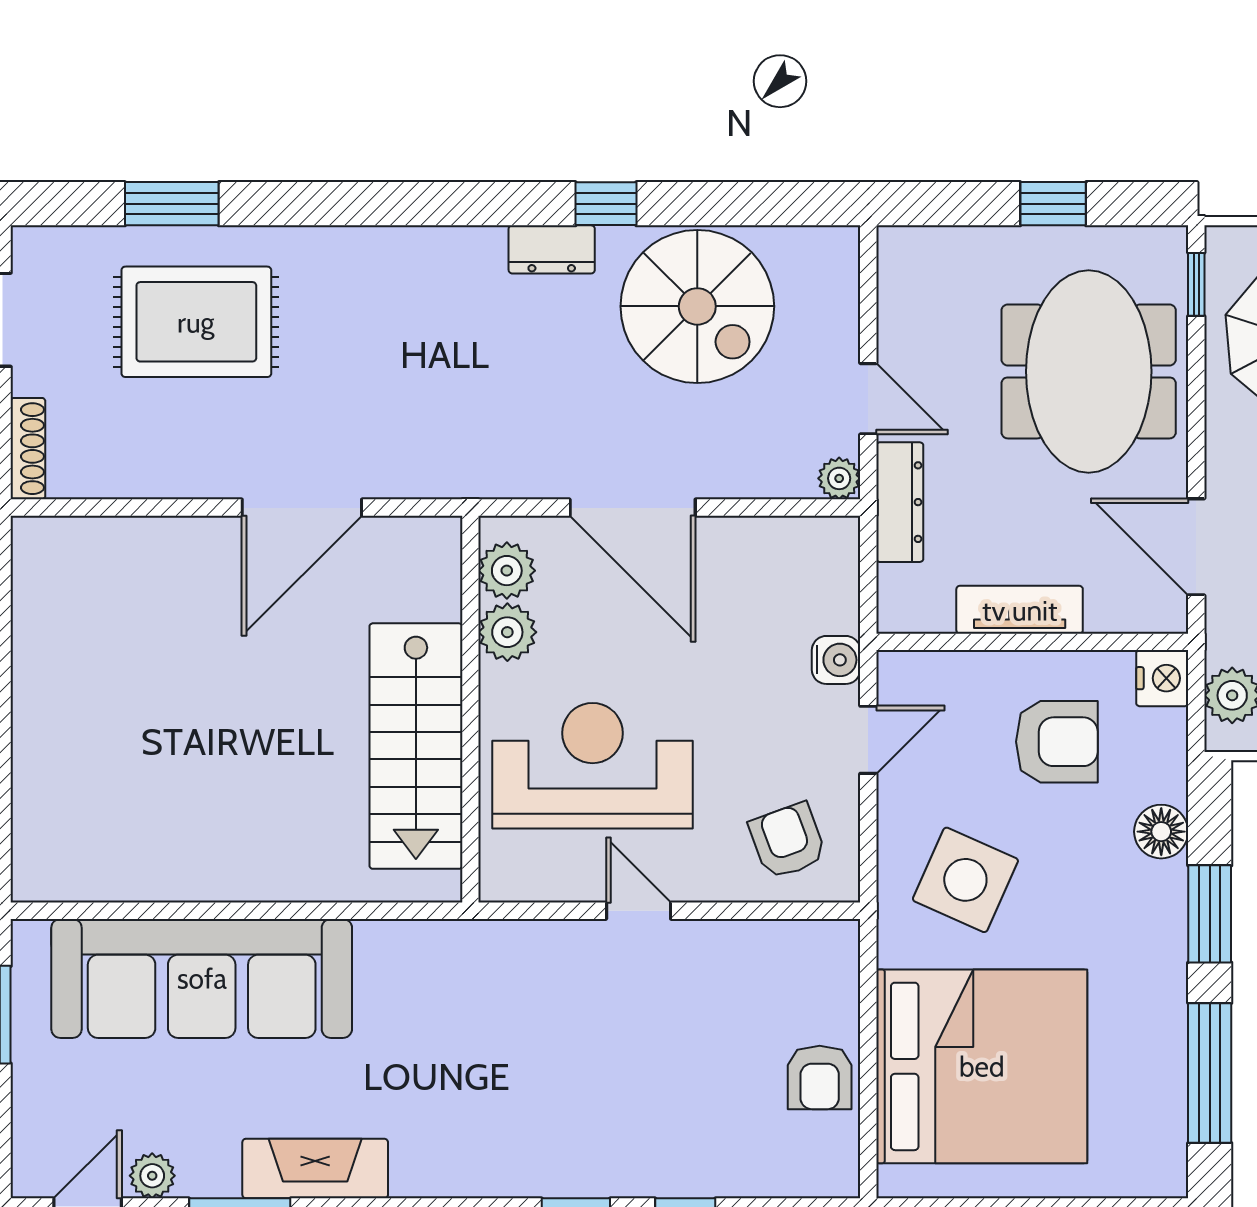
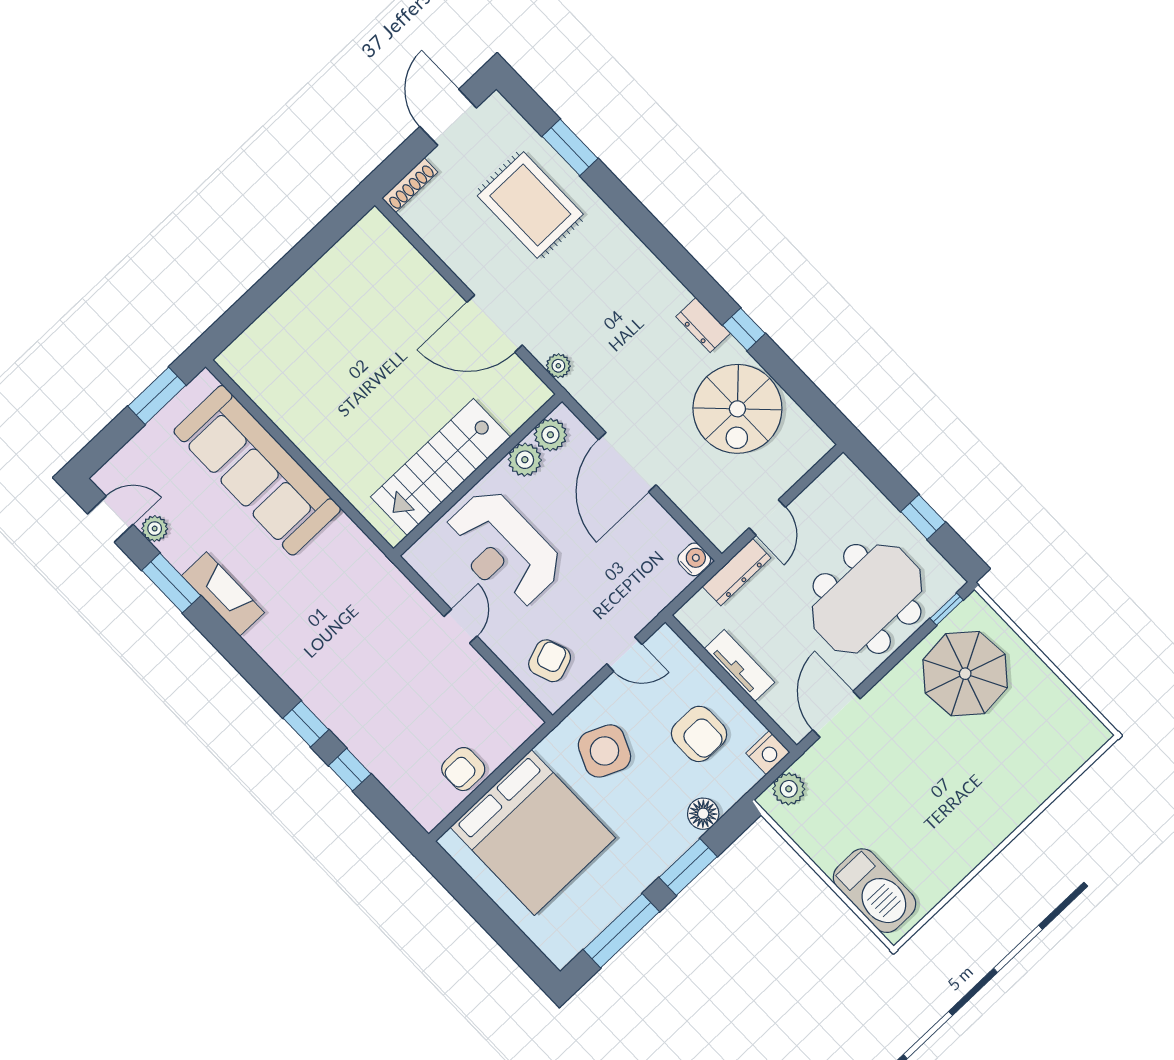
plant: (839, 478) -> (558, 366), moved
water cooler: (836, 660) -> (694, 559), moved, turned -90
reception desk: (592, 766) -> (503, 549), turned 180

